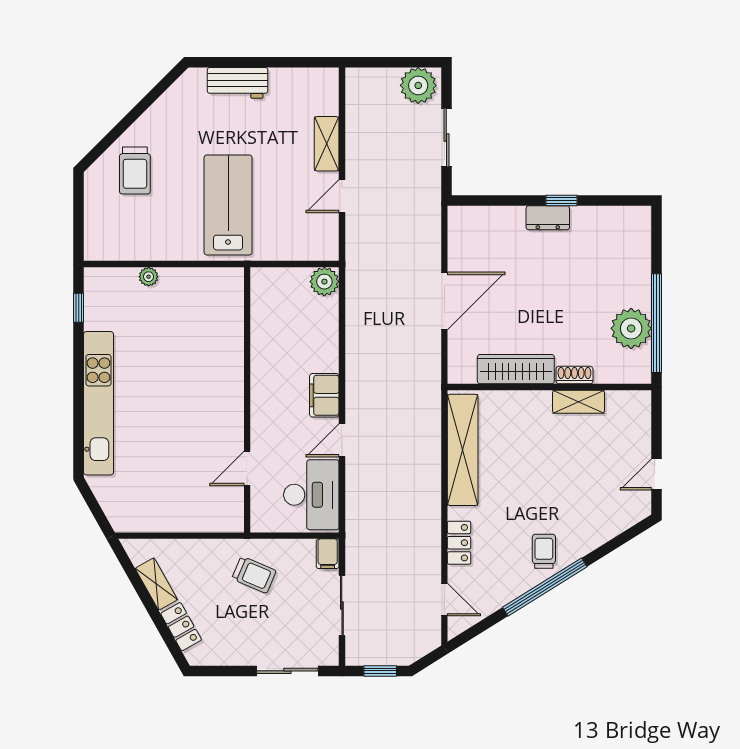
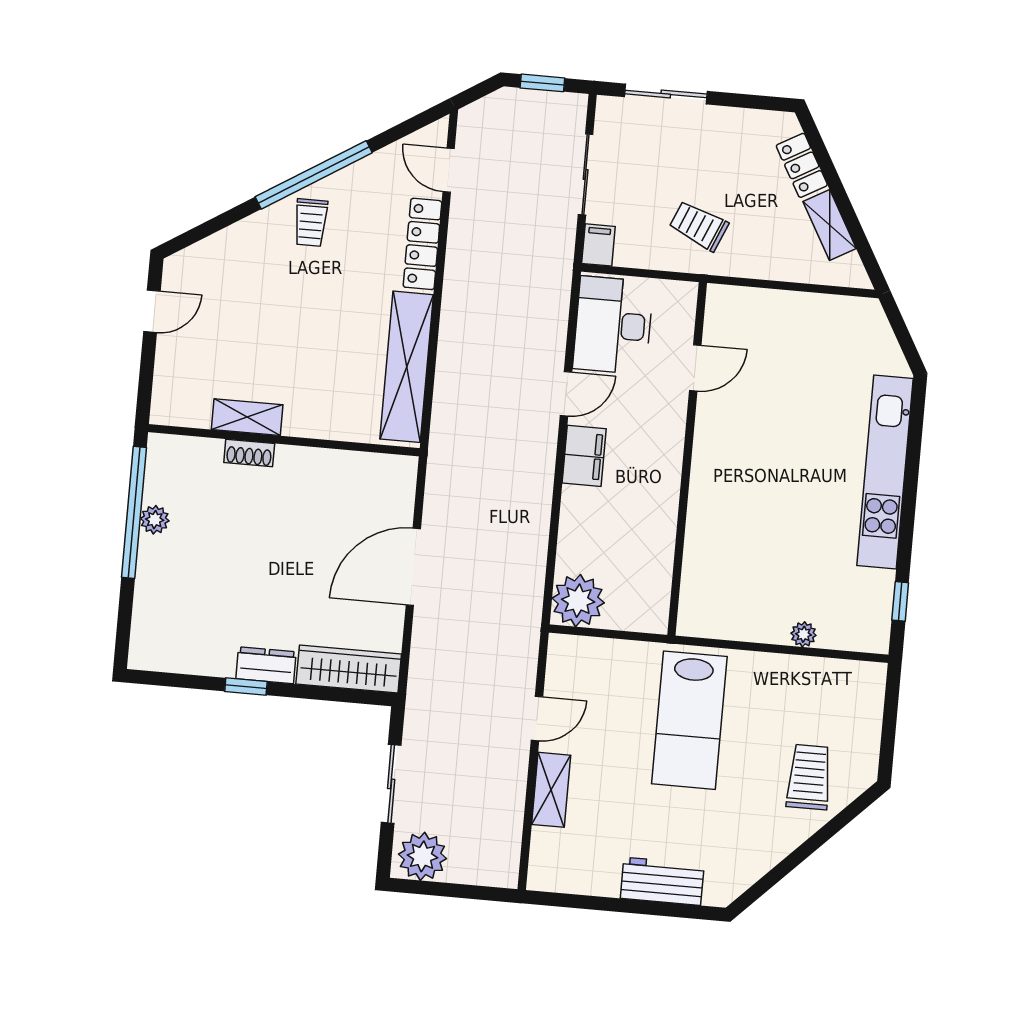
plant: (324, 282) -> (578, 601), width x1.36, depth x1.36
plant: (631, 328) -> (155, 520), width x0.53, depth x0.53
wardrobe: (516, 369) -> (349, 669), moved, turned 180
locker: (459, 543) -> (422, 244), width x1.53

